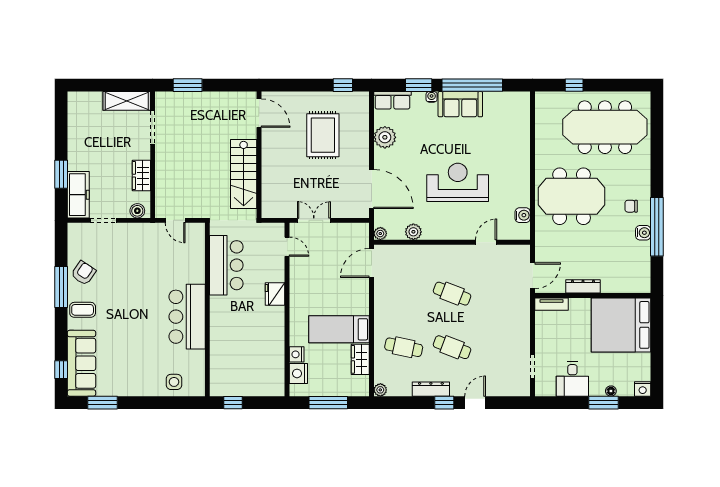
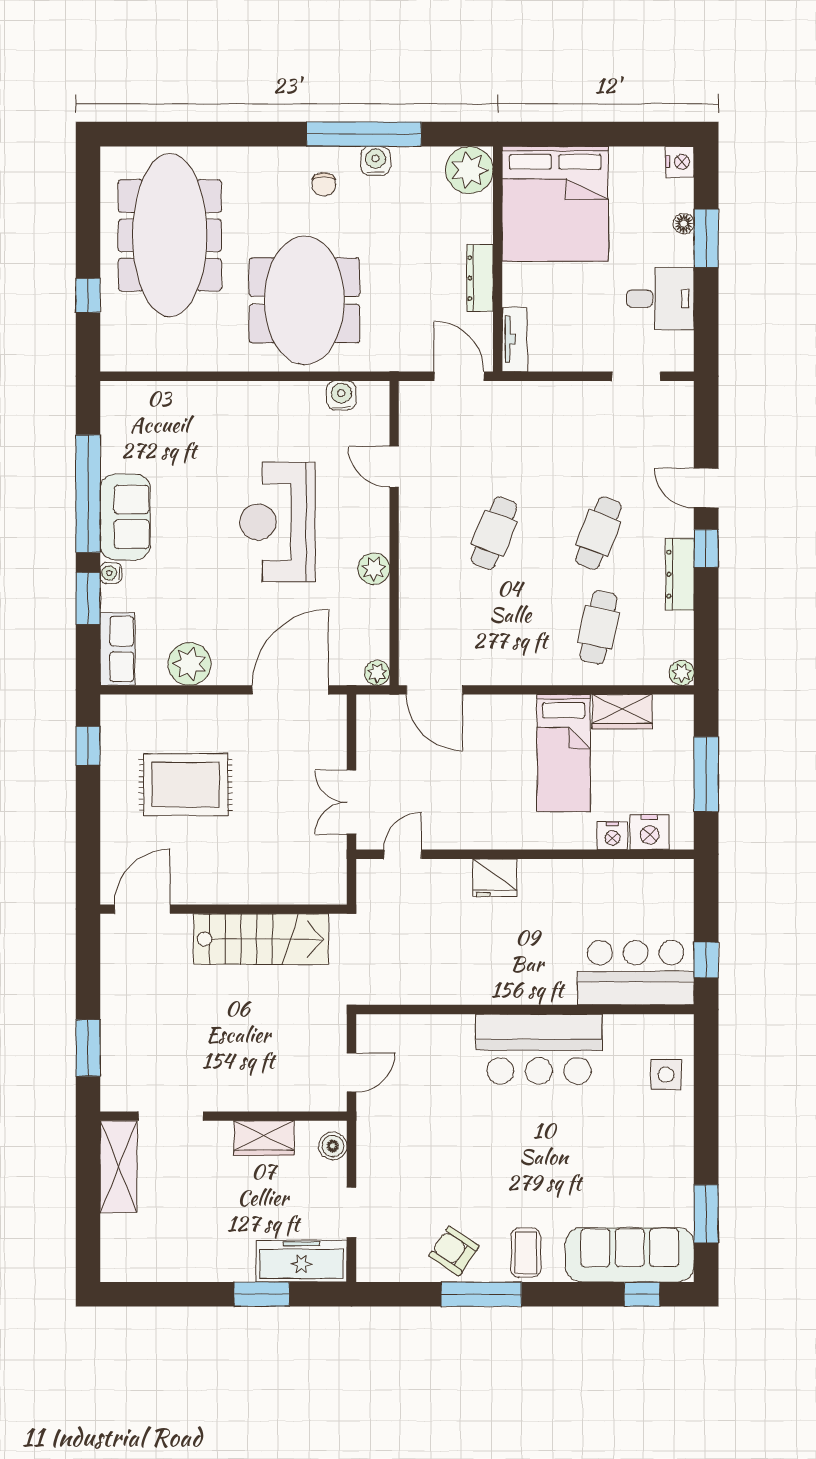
plant: (413, 232) -> (374, 569), moved
bar counter: (226, 265) -> (636, 973), moved
plant: (638, 281) -> (469, 170), added

